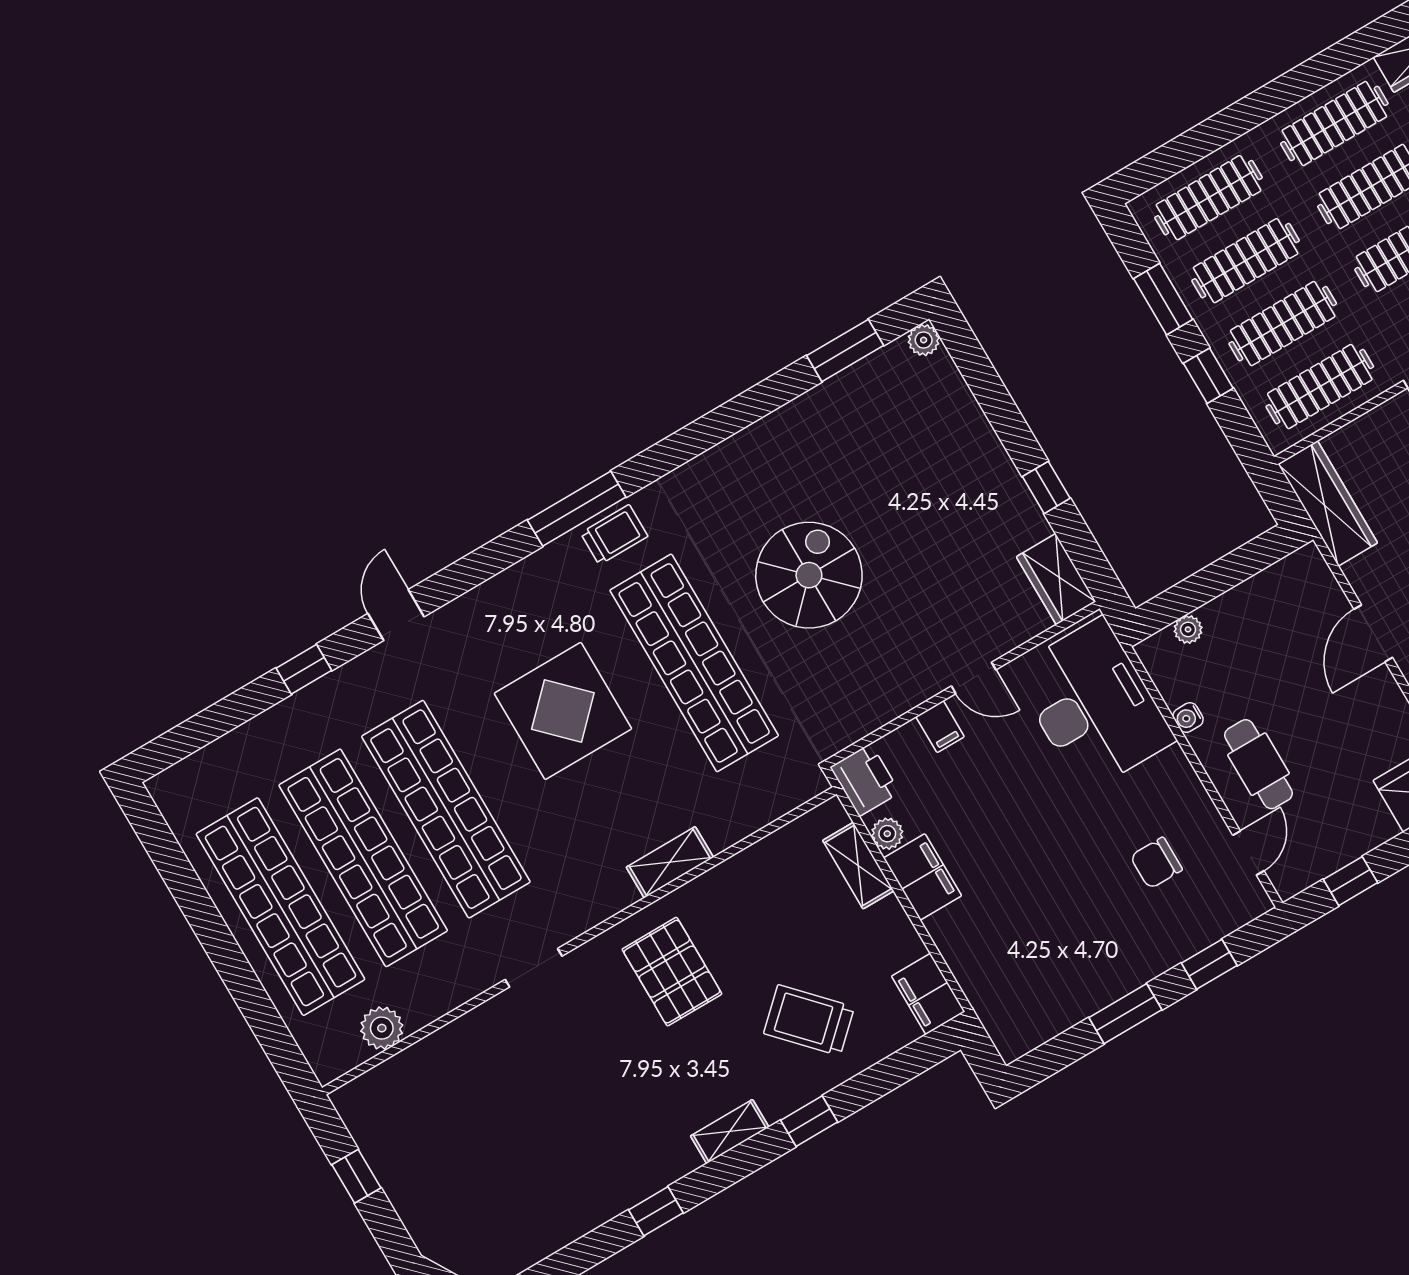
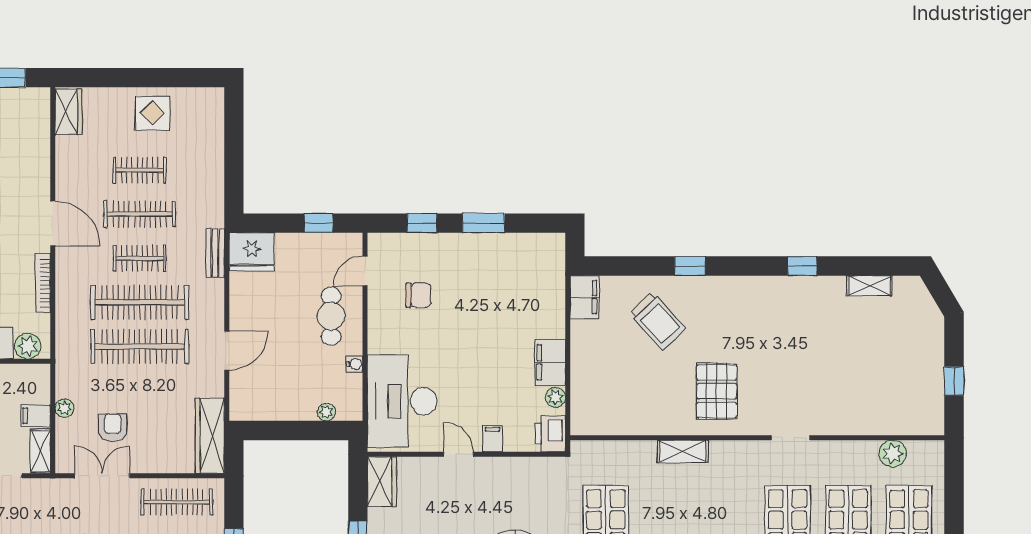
shelving: (858, 866) -> (581, 389), removed
shelving: (730, 1132) -> (870, 286), moved

